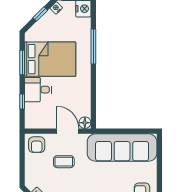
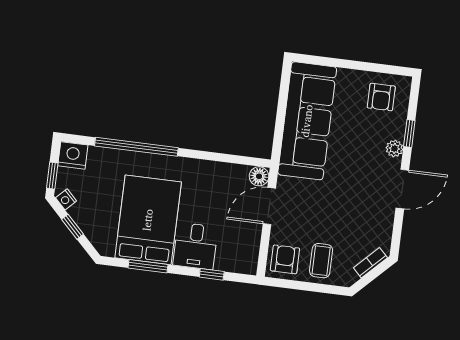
window: (93, 46) -> (136, 147), width x1.46
armchair: (37, 145) -> (285, 259), turned -90
coffee table: (64, 162) -> (321, 261), moved

